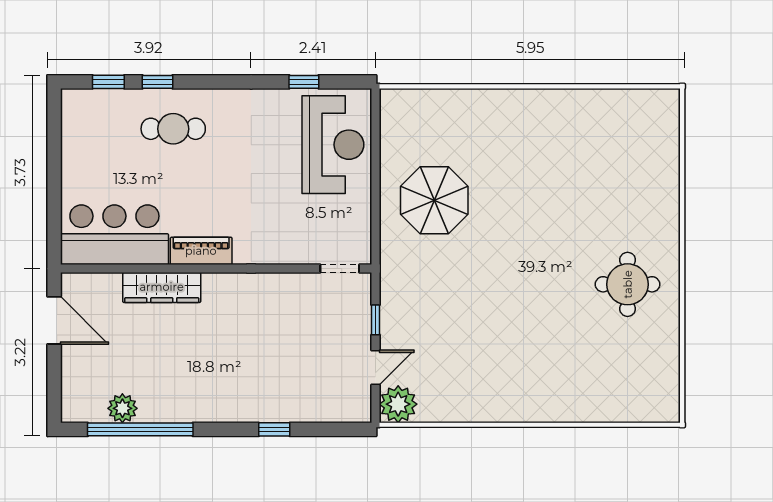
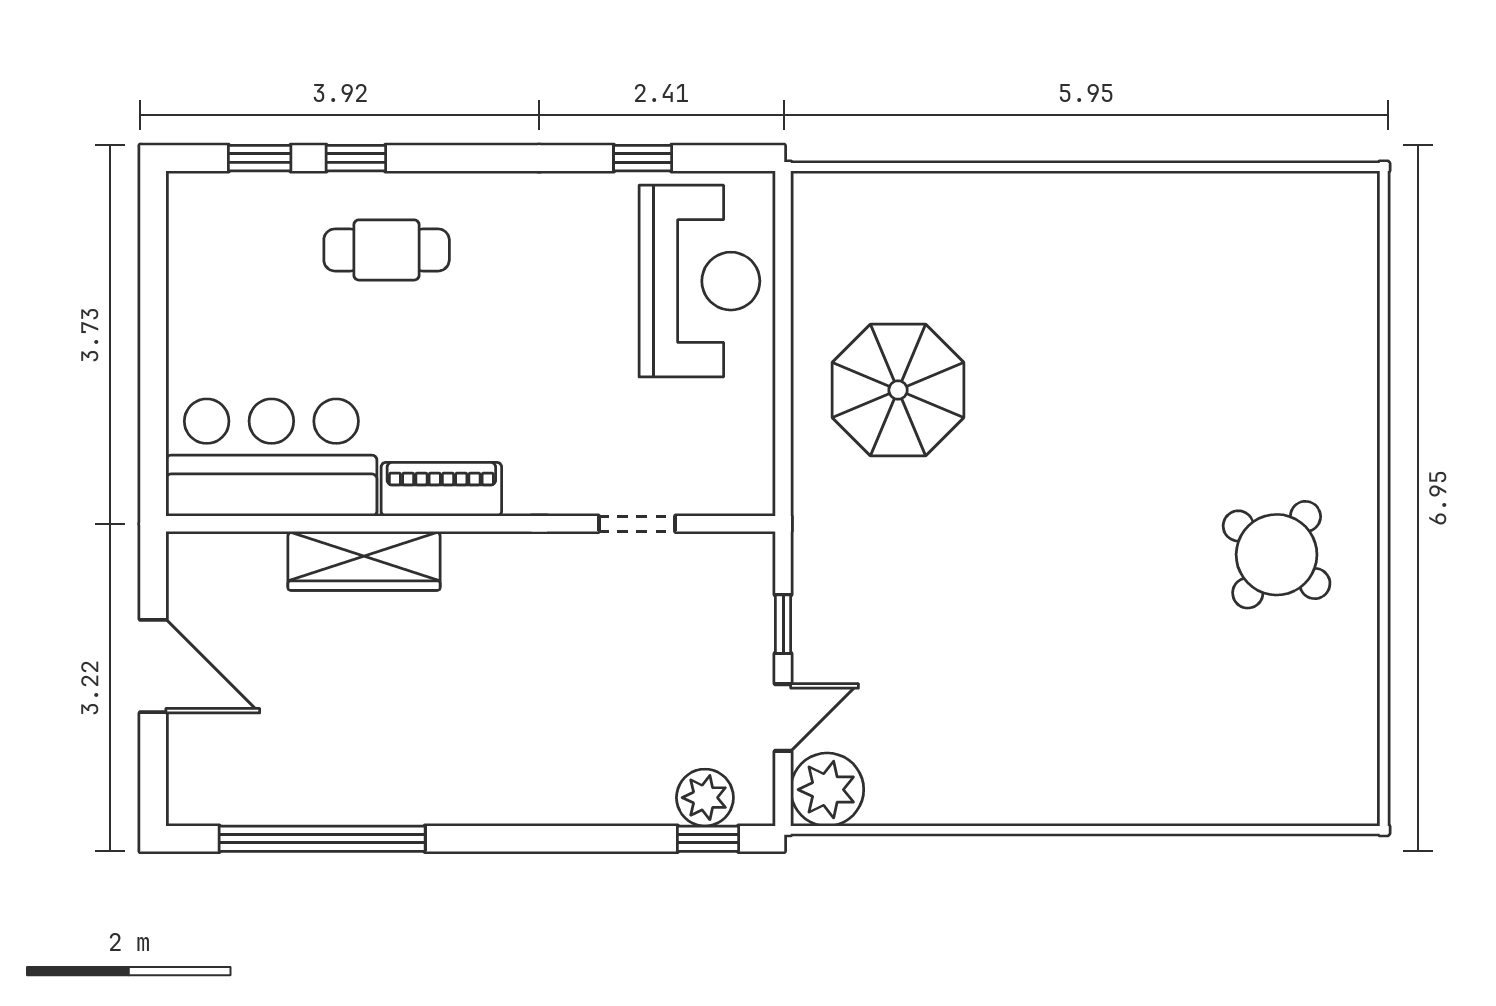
doorway: (340, 269) -> (637, 524), moved
round table: (628, 284) -> (1277, 555), turned 37
door: (54, 320) -> (153, 666), moved
plant: (122, 408) -> (705, 798), moved
window: (274, 429) -> (708, 839), moved

